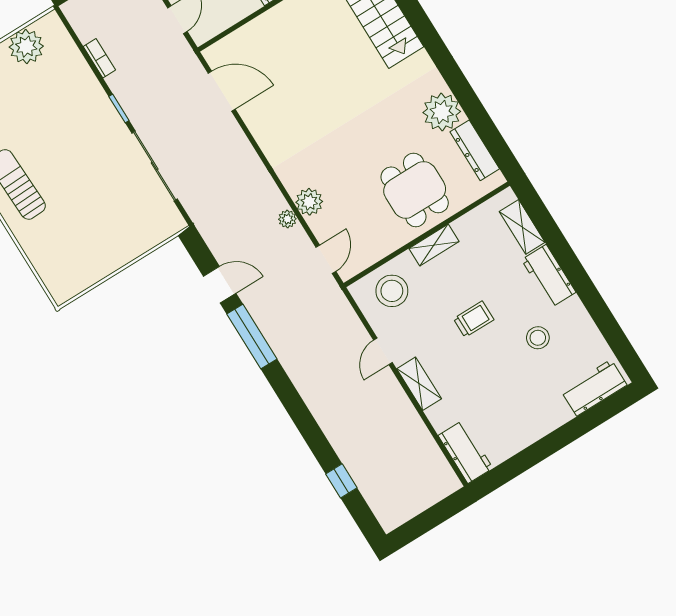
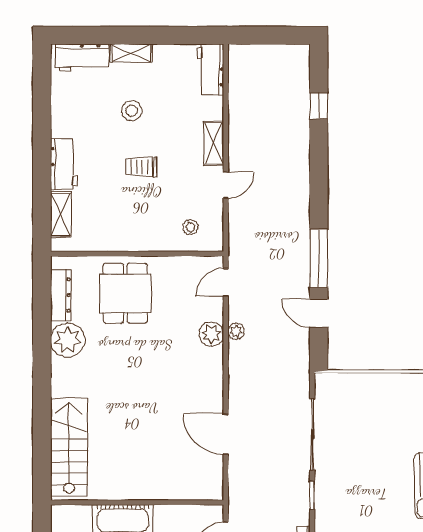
door: (222, 91) -> (226, 434), moved
shelving: (434, 245) -> (131, 53), moved
stool: (392, 291) -> (190, 227), width x0.53, depth x0.53
stool: (538, 338) -> (132, 111), moved

